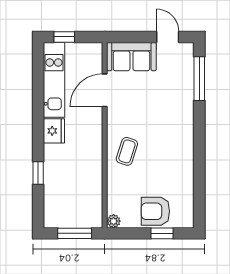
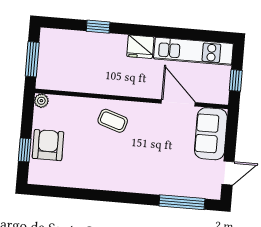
window: (64, 37) -> (236, 80), moved

